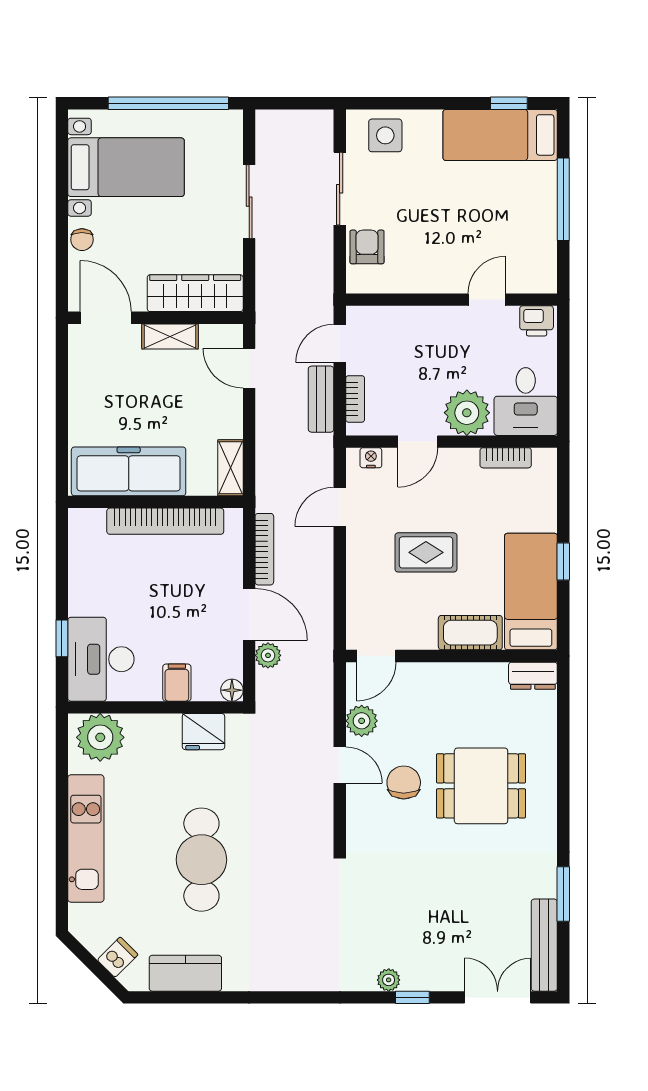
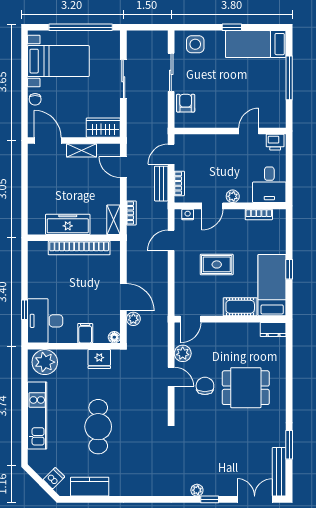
window: (509, 103) -> (232, 27), moved
wardrobe: (195, 293) -> (103, 128), width x0.67
plant: (467, 413) -> (233, 196), width x0.53, depth x0.53
freezer: (129, 471) -> (68, 224), width x0.73, depth x0.79
bookcase: (264, 549) -> (131, 213), moved, width x0.64

